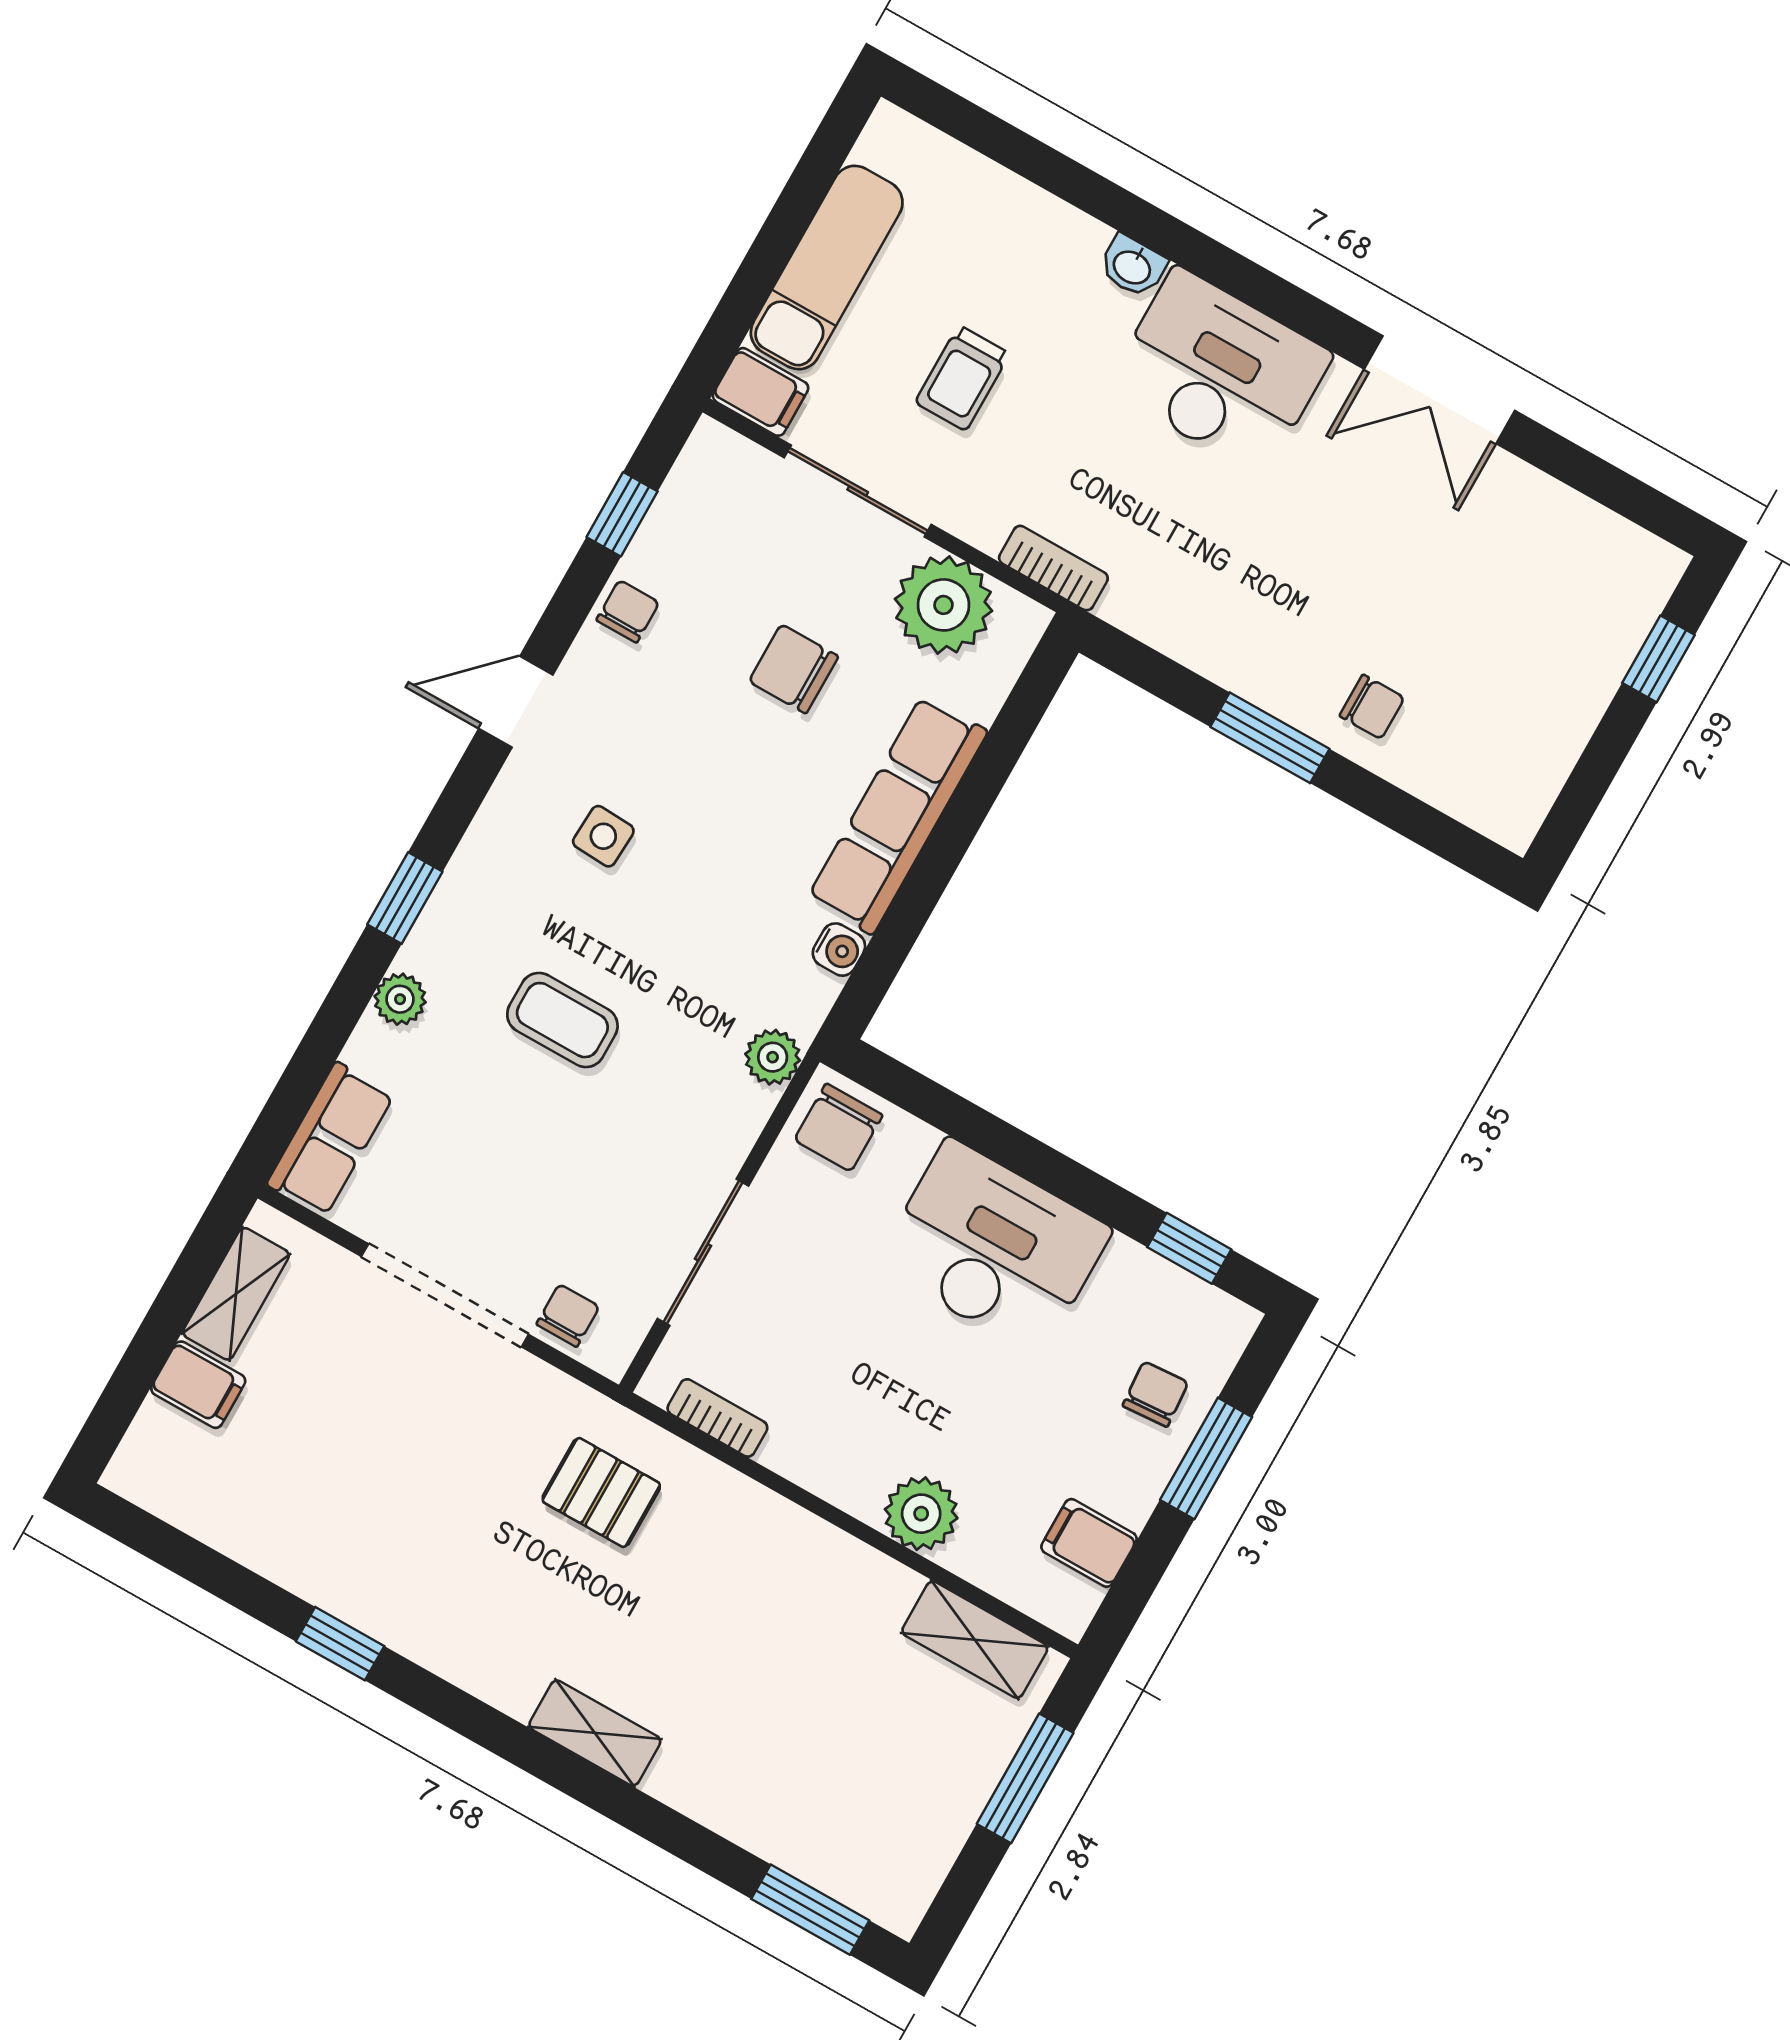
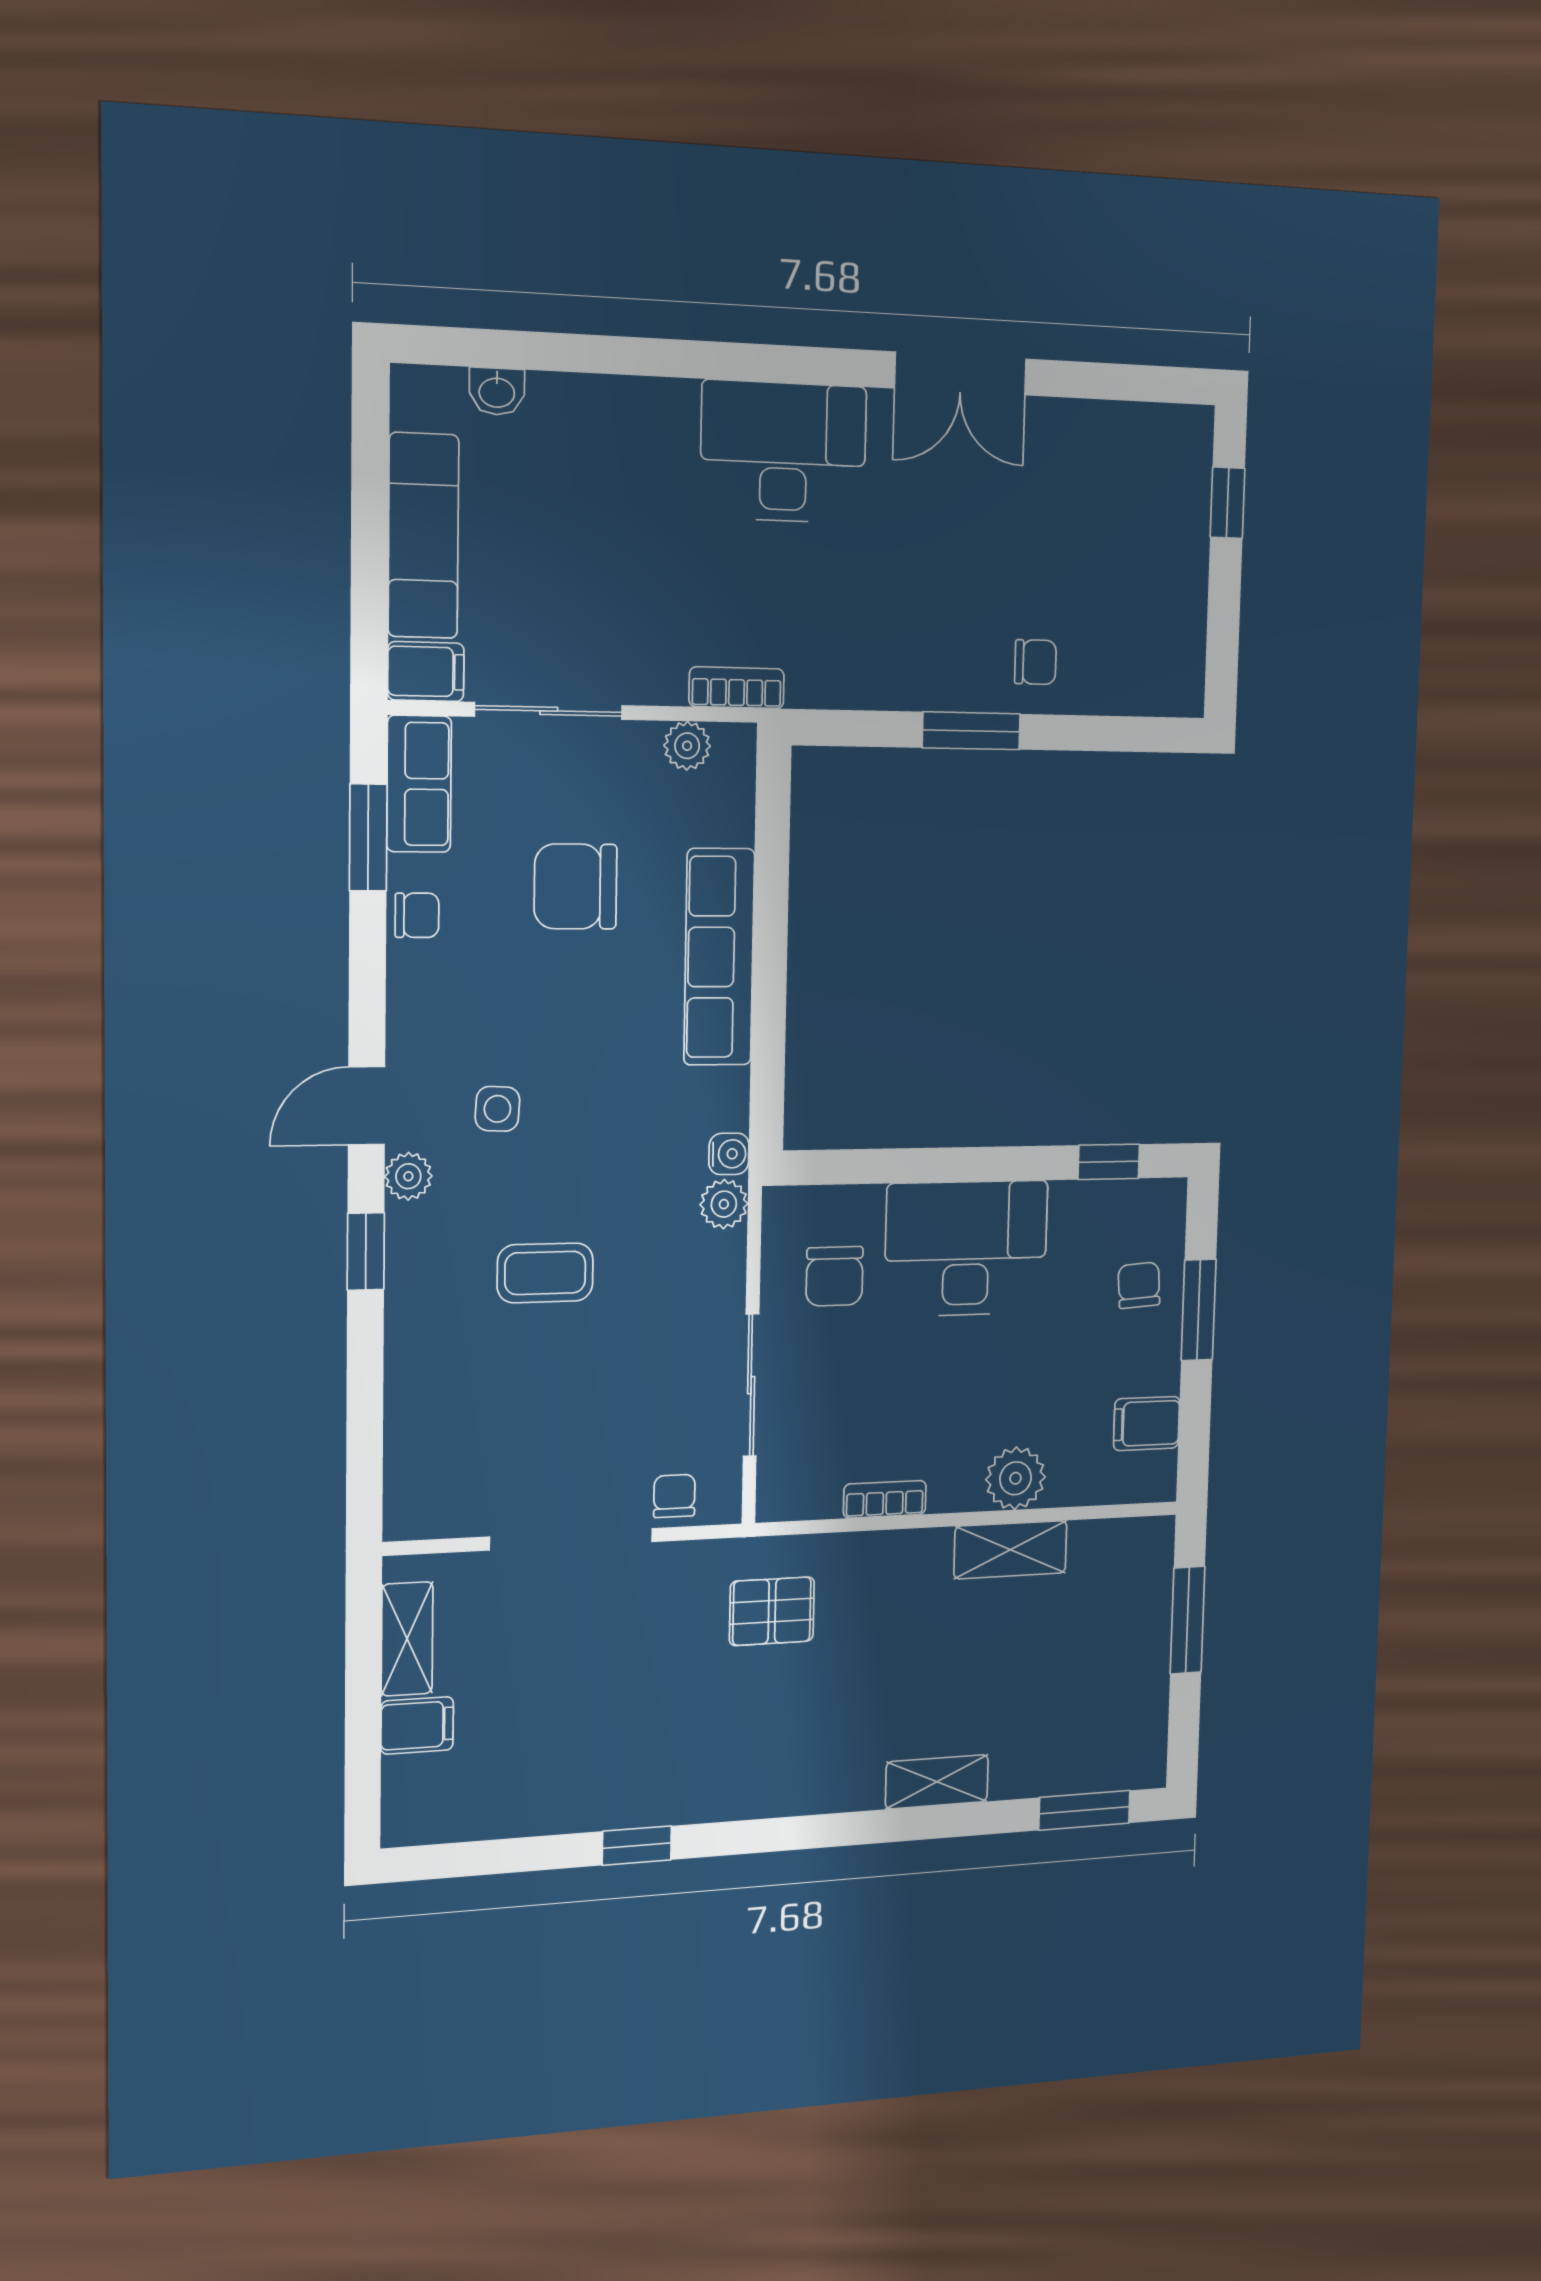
washbasin: (1133, 266) -> (497, 391), moved
trolley: (962, 378) -> (583, 570), removed
window: (622, 514) -> (368, 838), width x1.50
plant: (943, 605) -> (687, 746), width x0.53, depth x0.53
chair: (628, 611) -> (417, 915), turned 90
chair: (794, 669) -> (576, 886), width x1.37, depth x1.37
door: (516, 702) -> (367, 1106), moved
water cooler: (839, 950) -> (729, 1154), moved
plant: (400, 999) -> (408, 1176), moved
chair: (838, 1128) -> (834, 1276), moved
row of seats: (330, 1139) -> (419, 784), moved
bookcase: (717, 1418) -> (885, 1499), moved
shelving: (975, 1640) -> (1011, 1550), moved
shelving: (595, 1733) -> (937, 1782), moved

